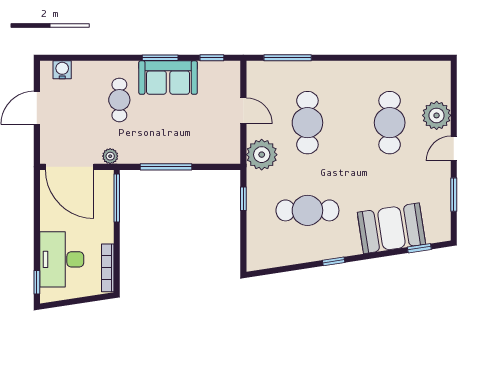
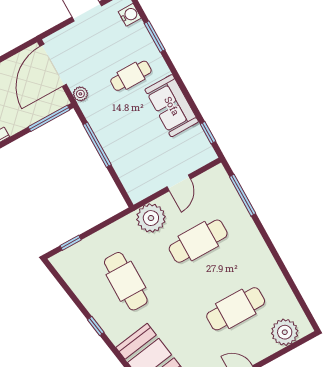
window: (160, 58) -> (155, 37), moved
plant: (437, 115) -> (285, 332), moved
window: (243, 199) -> (71, 243), moved

